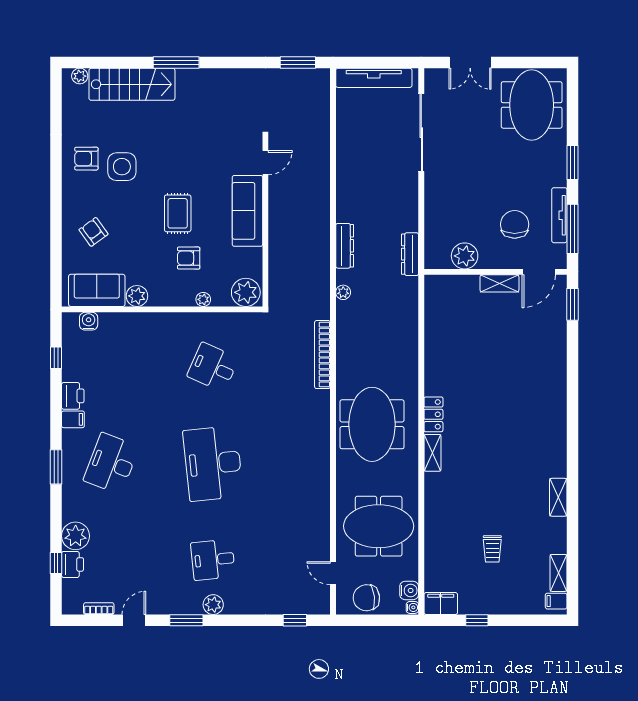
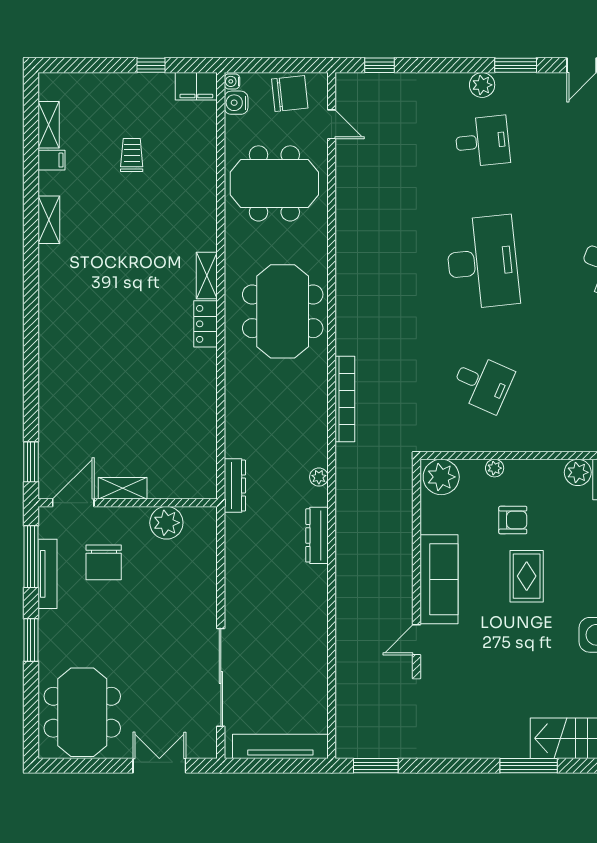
dresser: (410, 254) -> (235, 486), moved
filing cabinet: (556, 601) -> (51, 160), moved

